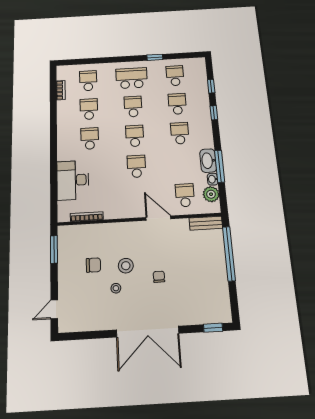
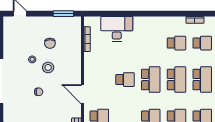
school desk: (133, 106) -> (176, 80), width x1.85
school desk: (135, 136) -> (151, 80), width x1.85
school desk: (90, 138) -> (151, 43), removed
door: (158, 218) -> (82, 94), swing flipped

